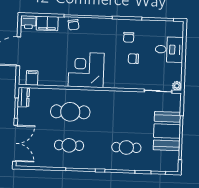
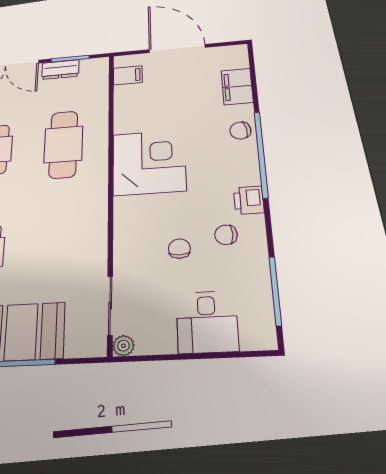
printer: (29, 22) -> (249, 200), moved
dresser: (23, 97) -> (60, 70), moved

